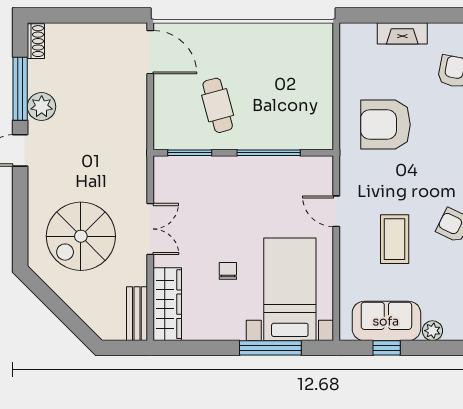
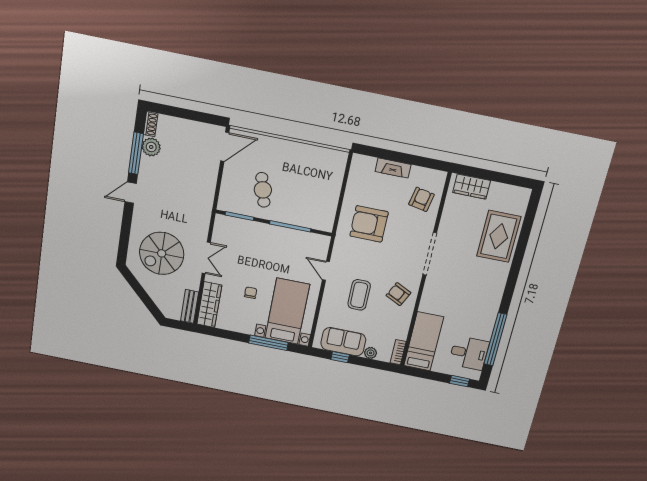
door: (150, 52) -> (225, 147), hinge flipped
plant: (42, 107) -> (151, 147), moved

